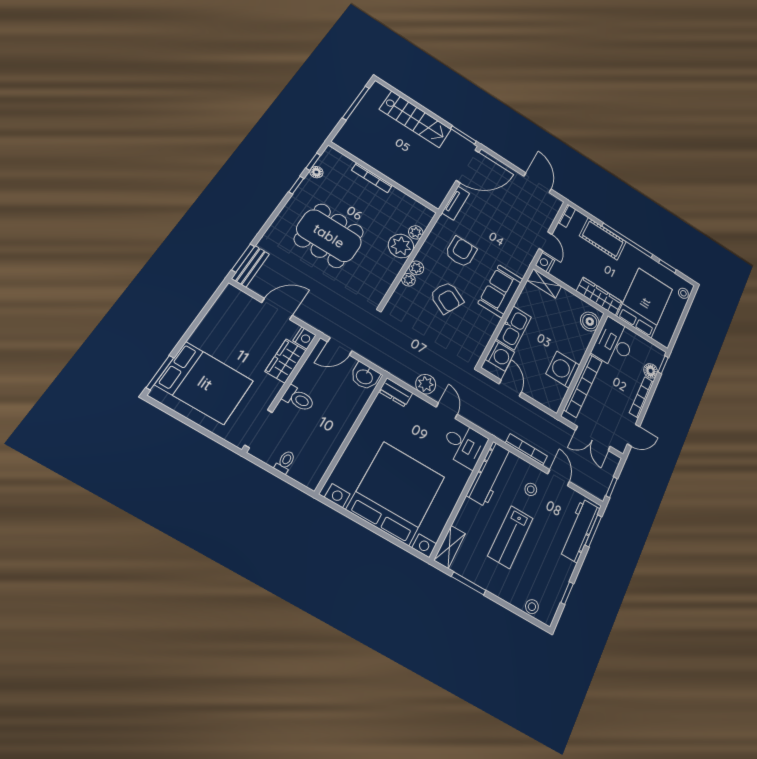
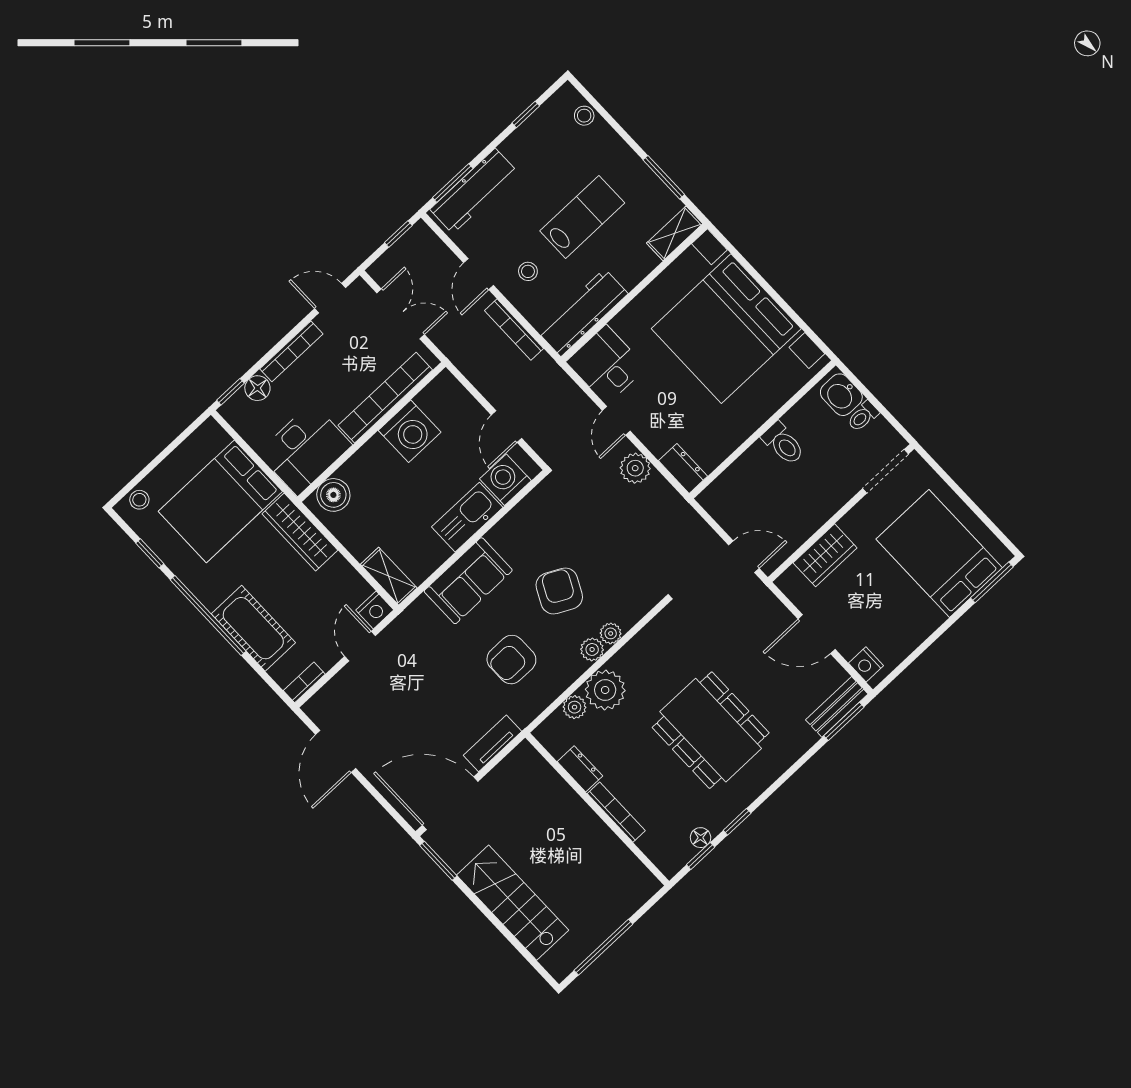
dresser: (401, 198) -> (580, 769), added
nightstand: (304, 338) -> (866, 664), moved, turned -90
washbasin: (365, 376) -> (841, 395), moved, turned 180
toilet: (298, 399) -> (783, 444), moved, turned 180

